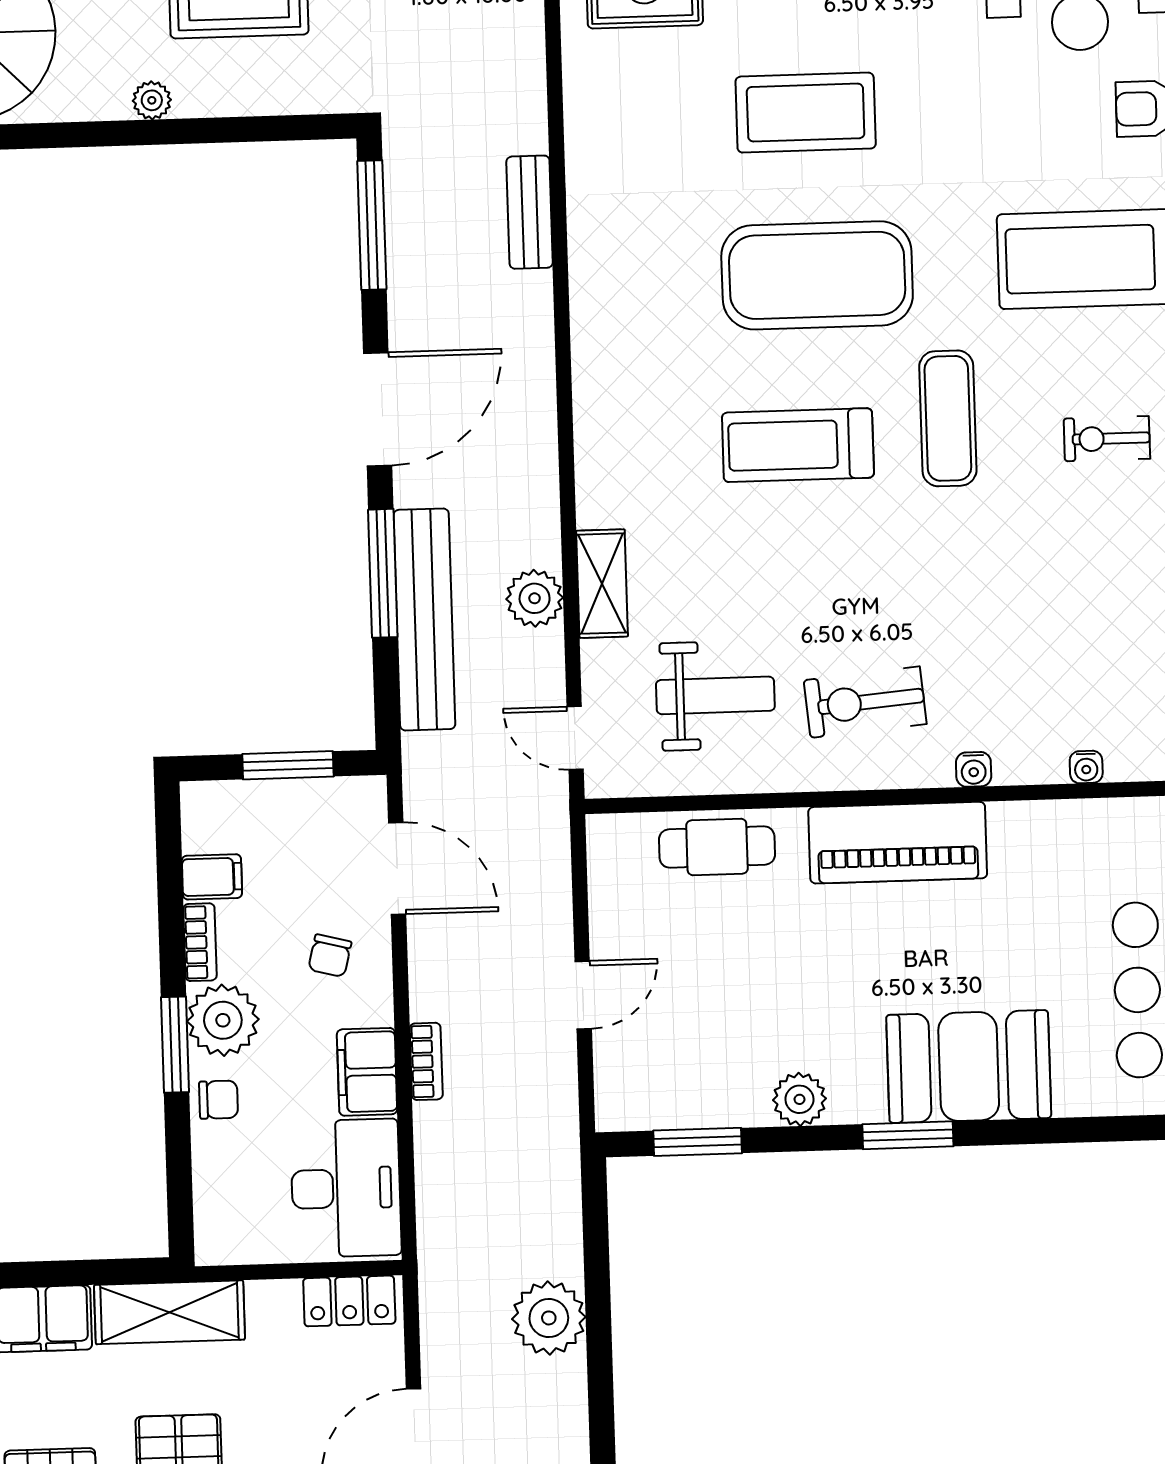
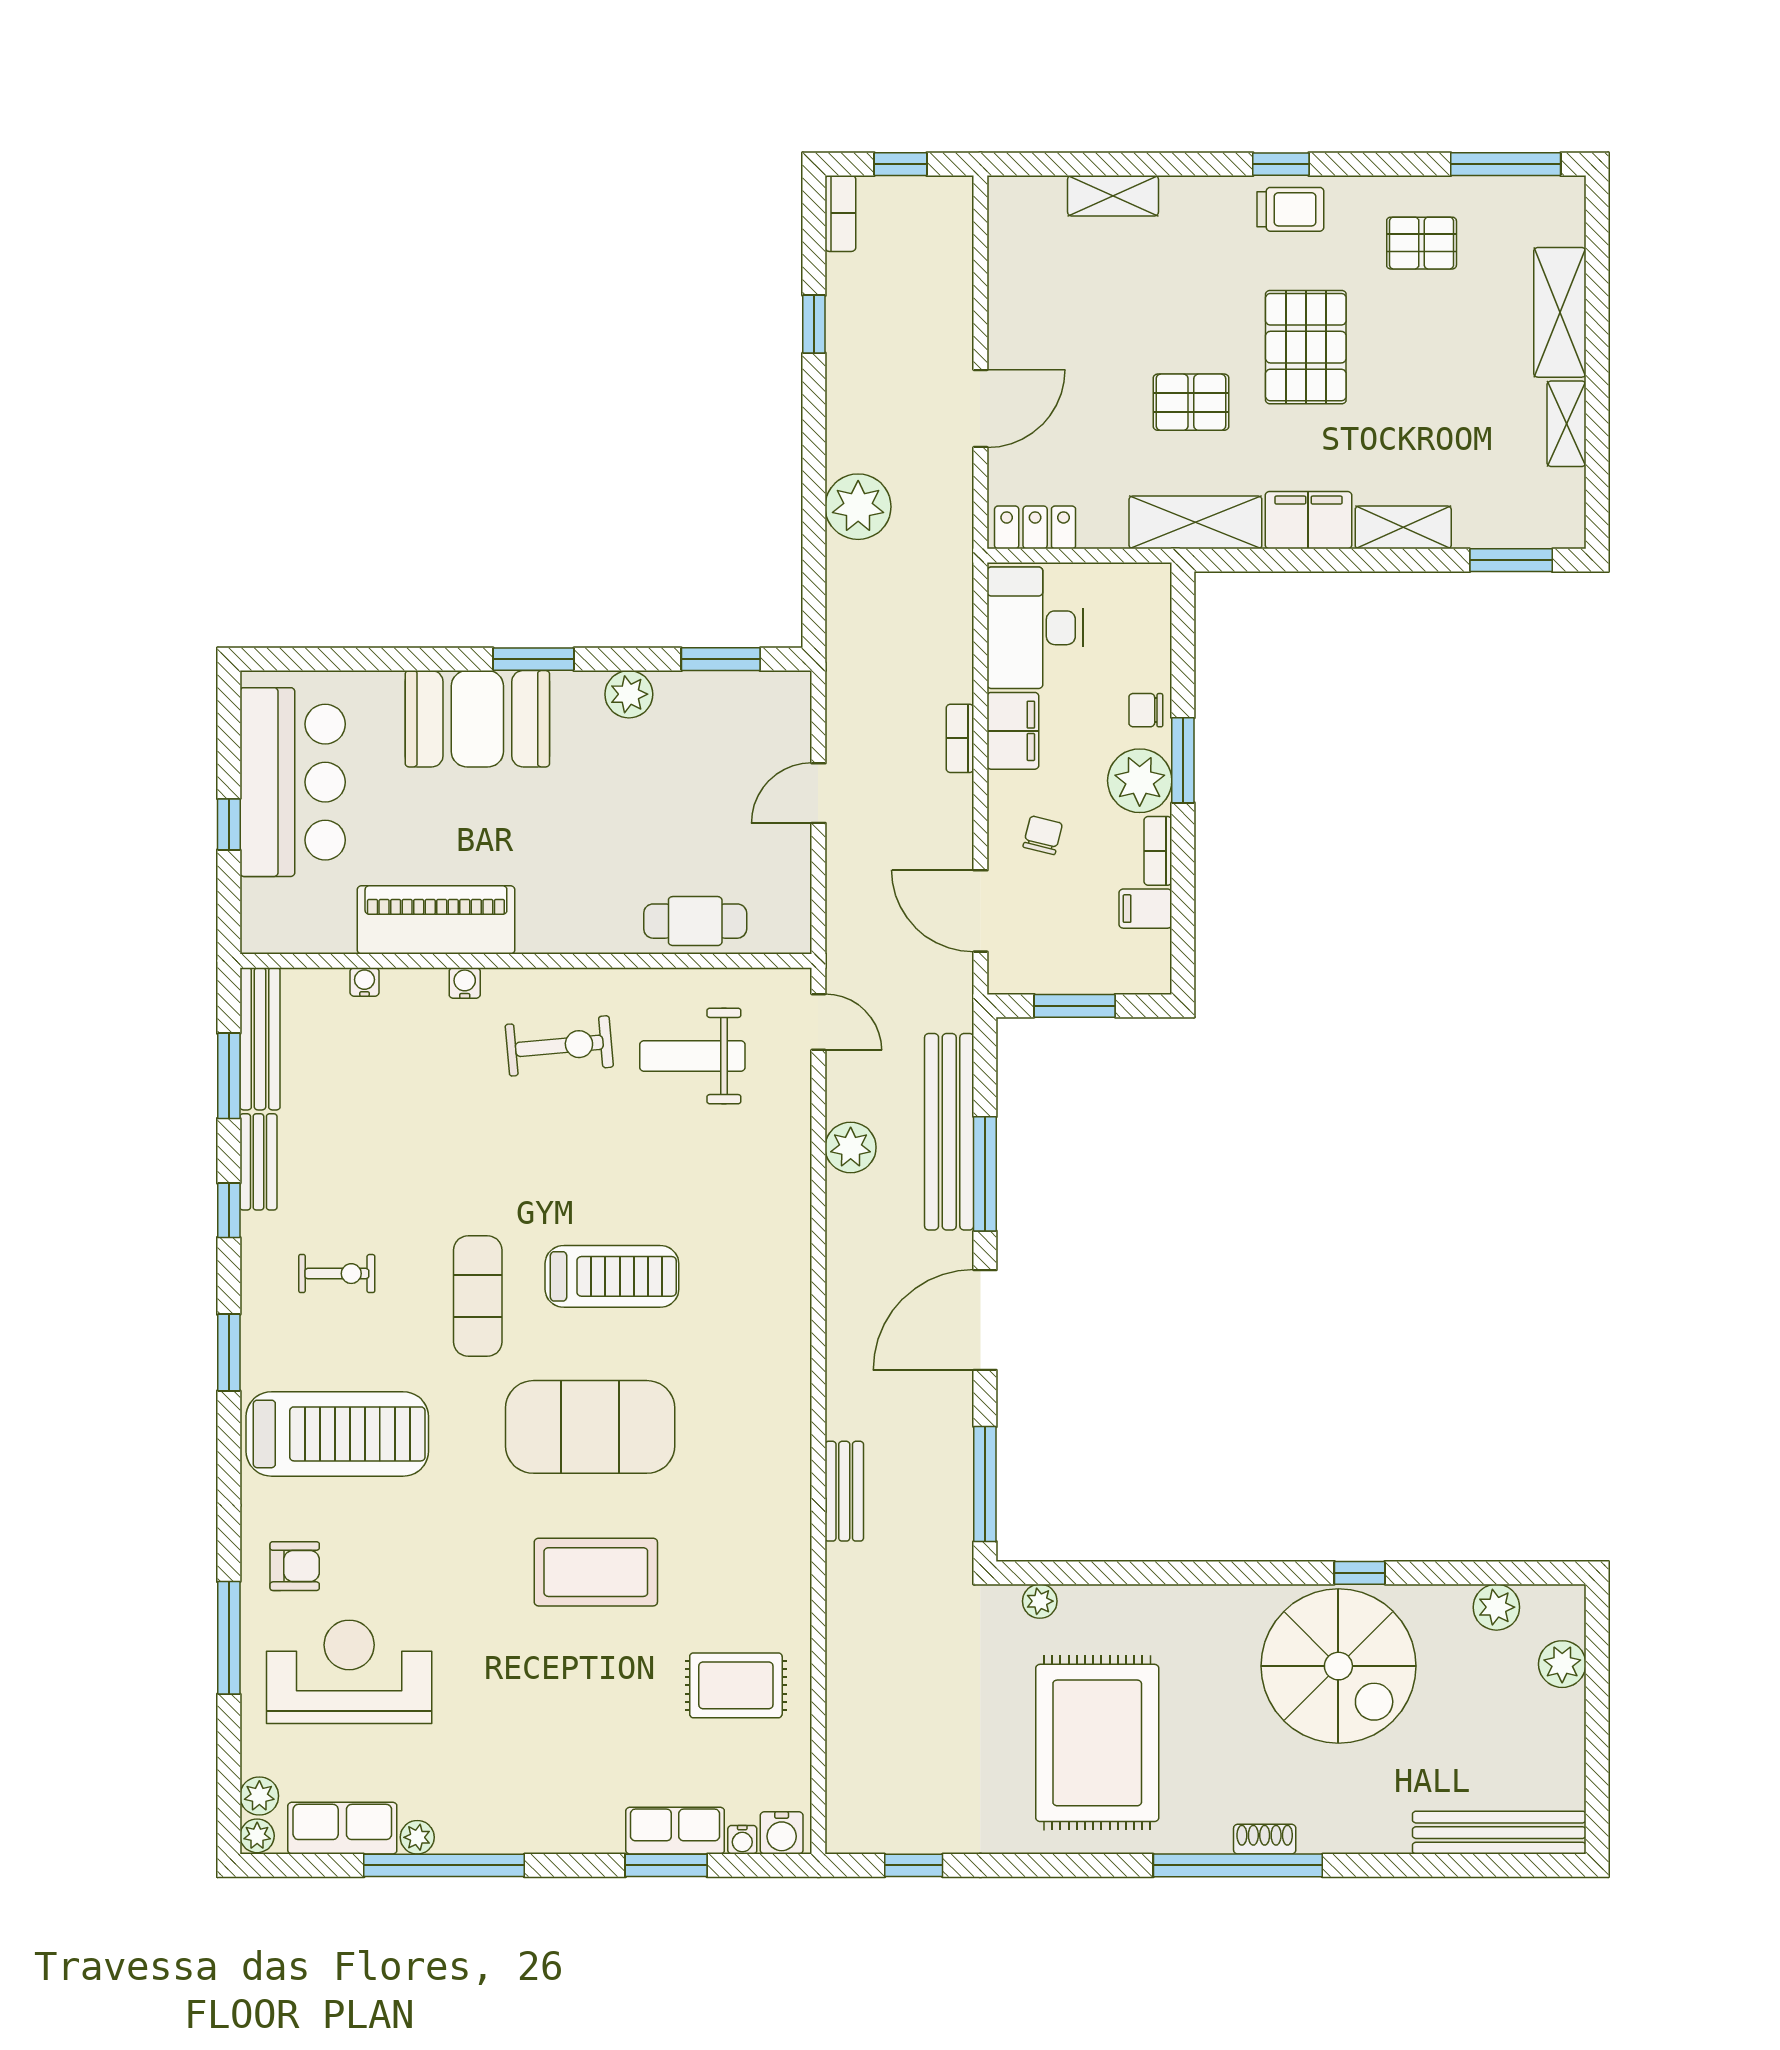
plant: (152, 100) -> (1040, 1601), moved
shelving: (602, 584) -> (790, 1159), removed
piano: (898, 843) -> (436, 920), moved

